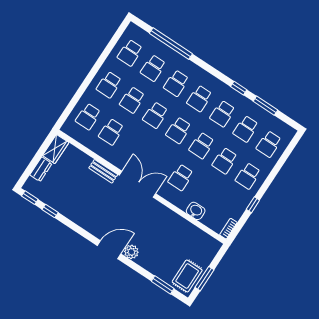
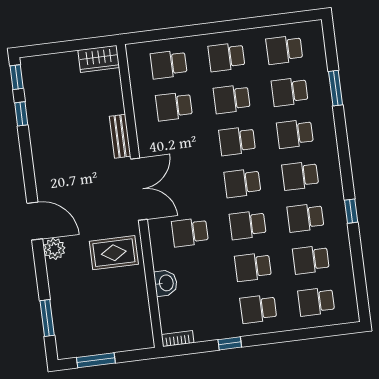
window: (171, 44) -> (336, 88), width x0.47
window: (265, 106) -> (357, 260), removed
dresser: (41, 169) -> (61, 62), removed
rug: (187, 276) -> (114, 253), moved

